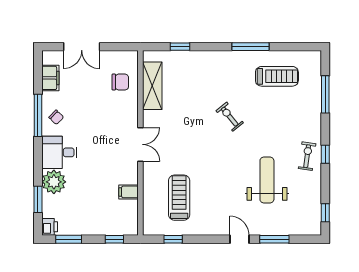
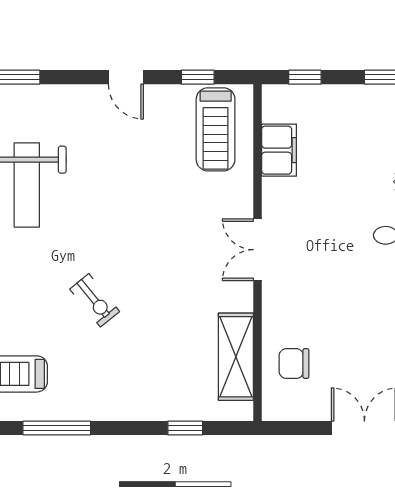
filing cabinet: (129, 192) -> (279, 150), width x2.00
treadmill: (179, 198) -> (216, 129), moved
door: (239, 239) -> (126, 77), moved

